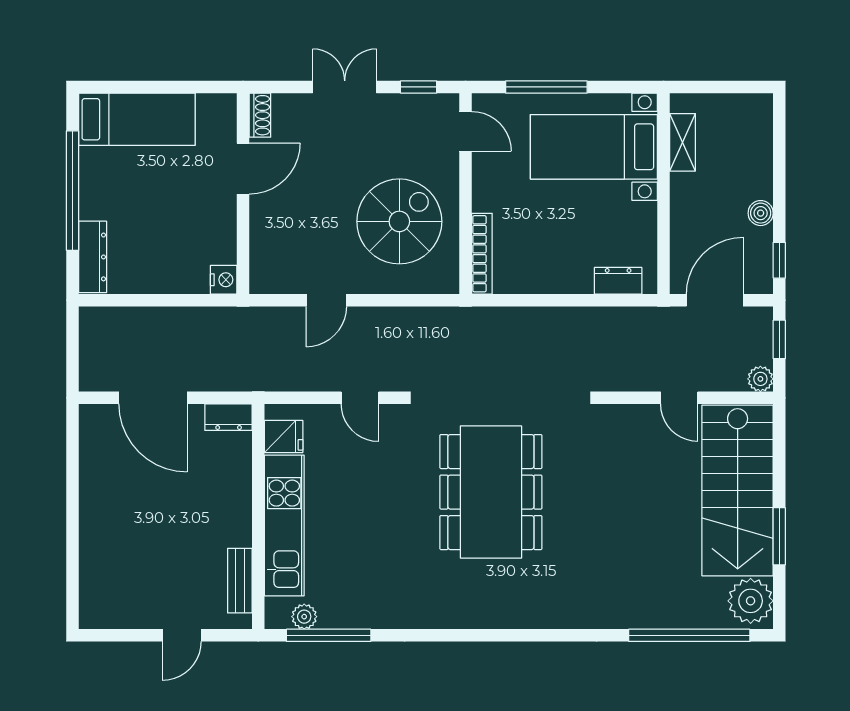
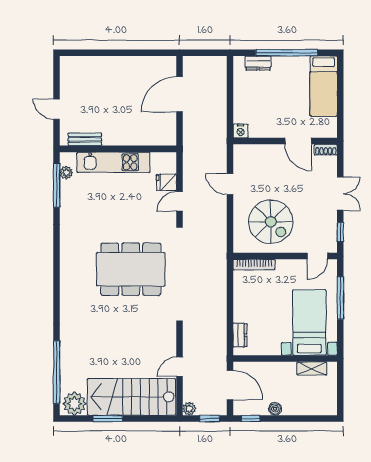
dresser: (93, 257) -> (258, 63), width x0.70
dresser: (229, 417) -> (169, 133), removed
fridge: (284, 437) -> (166, 182), moved, turned 90

